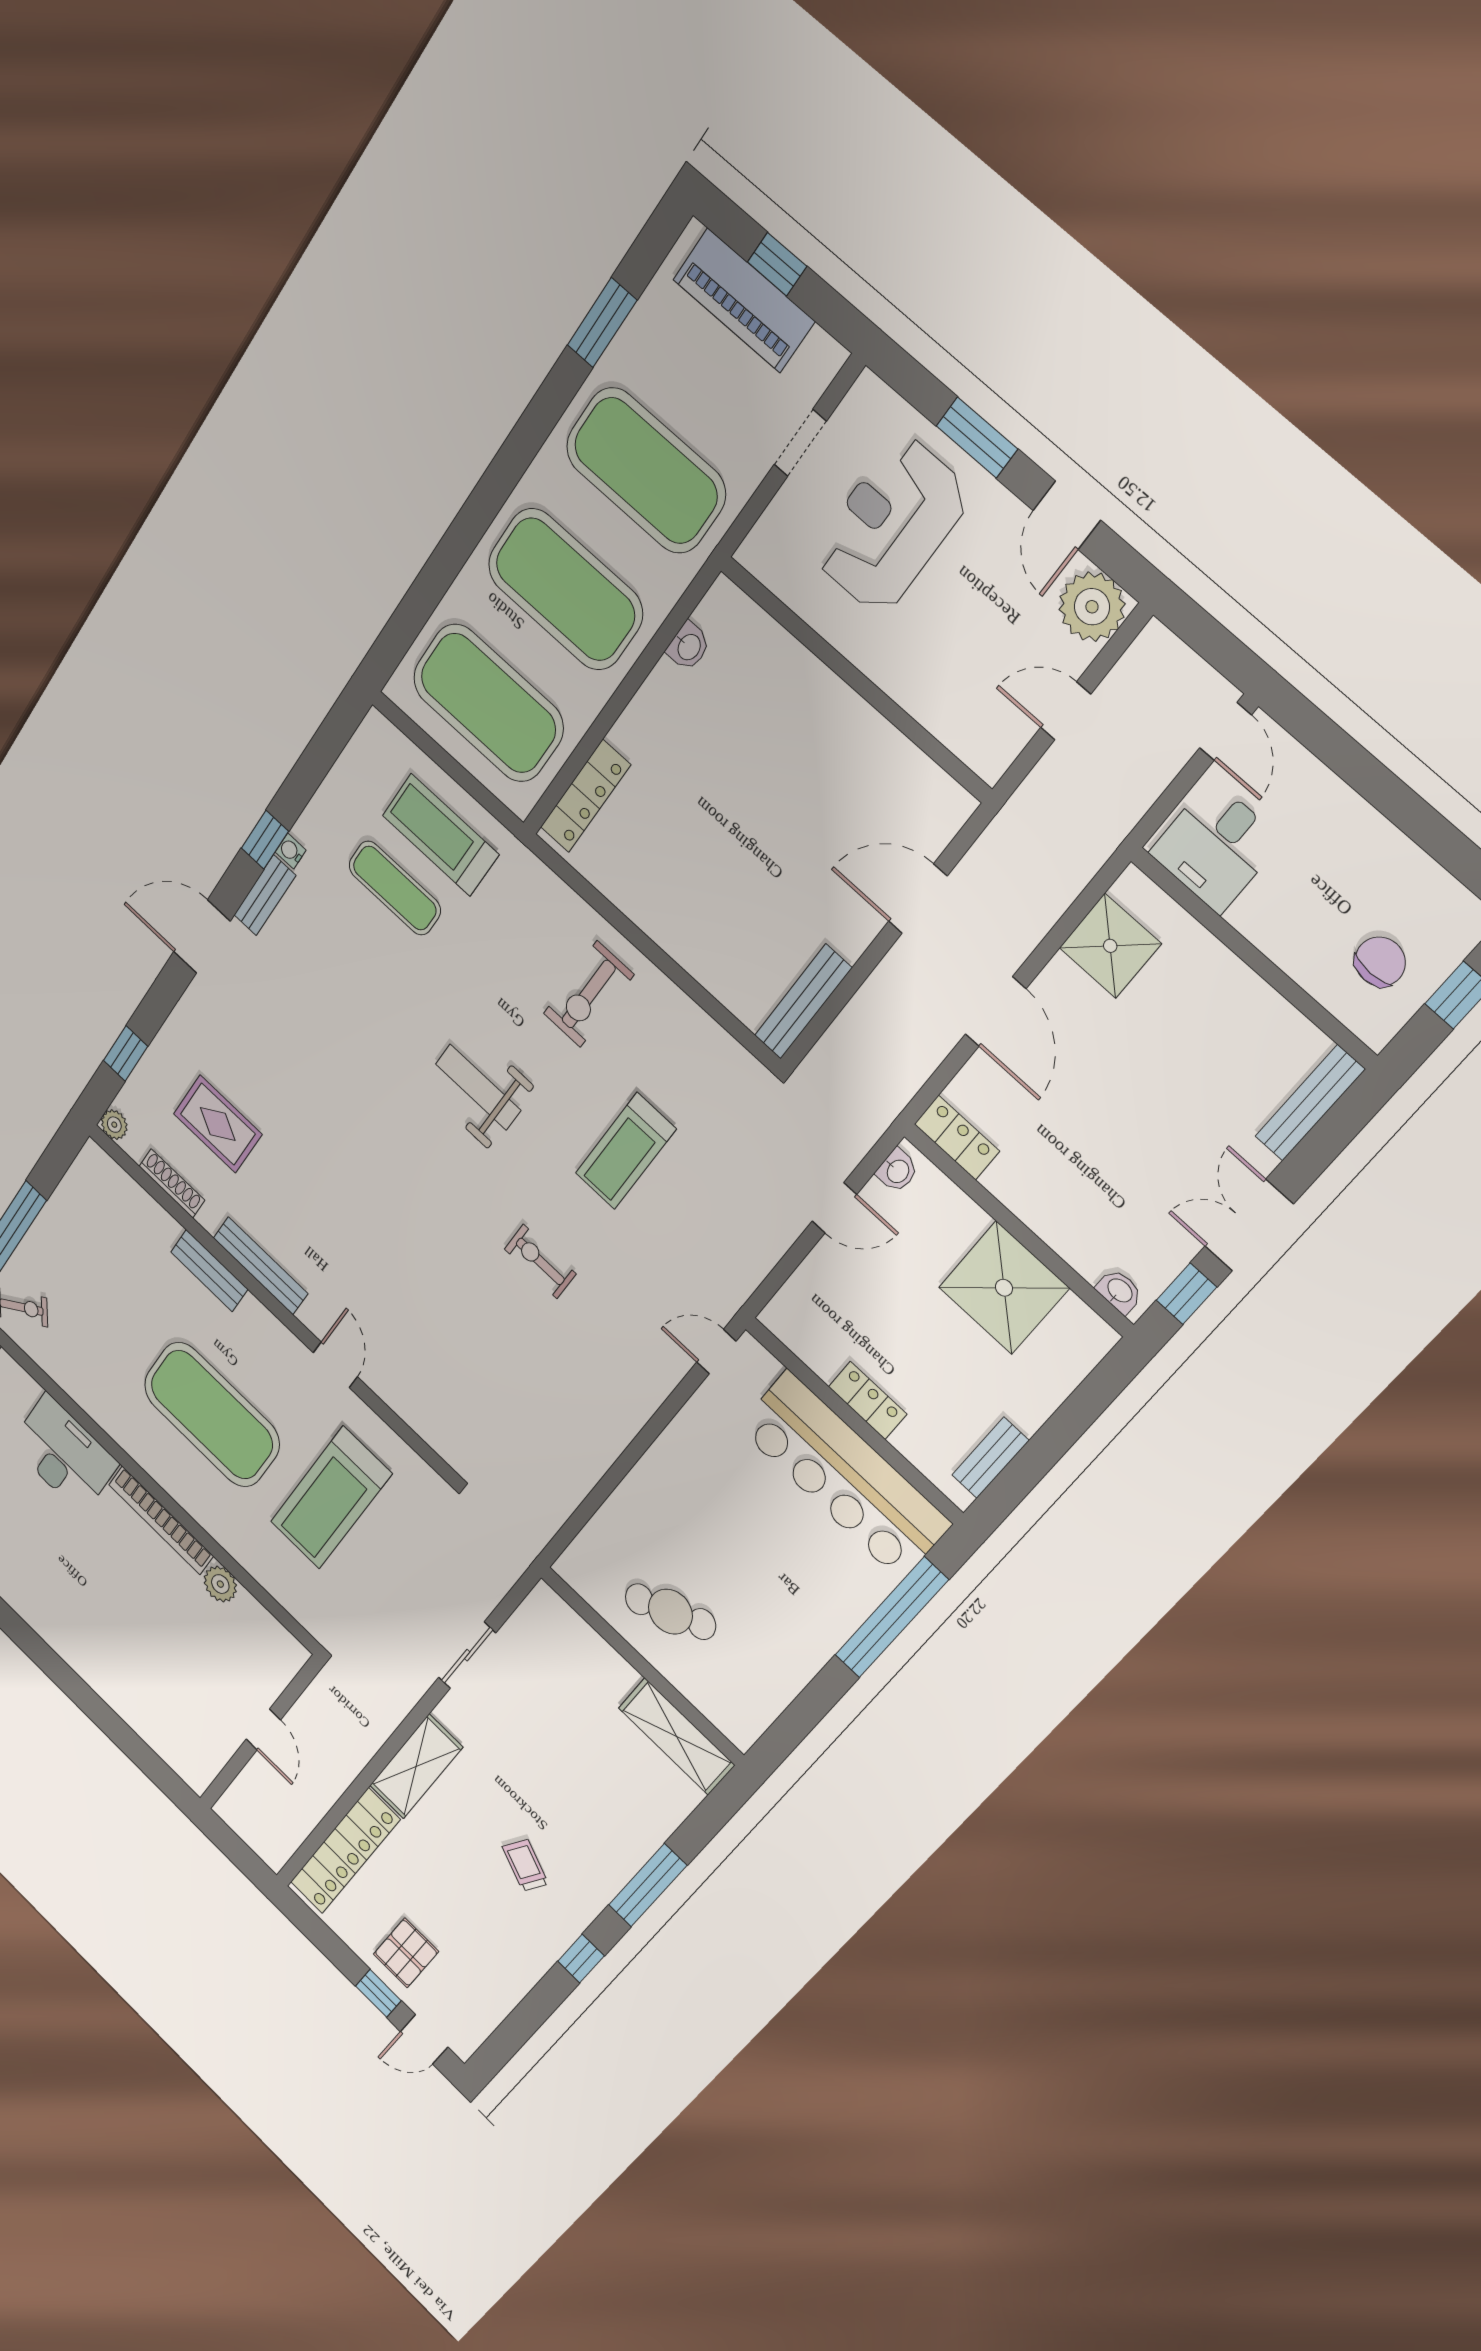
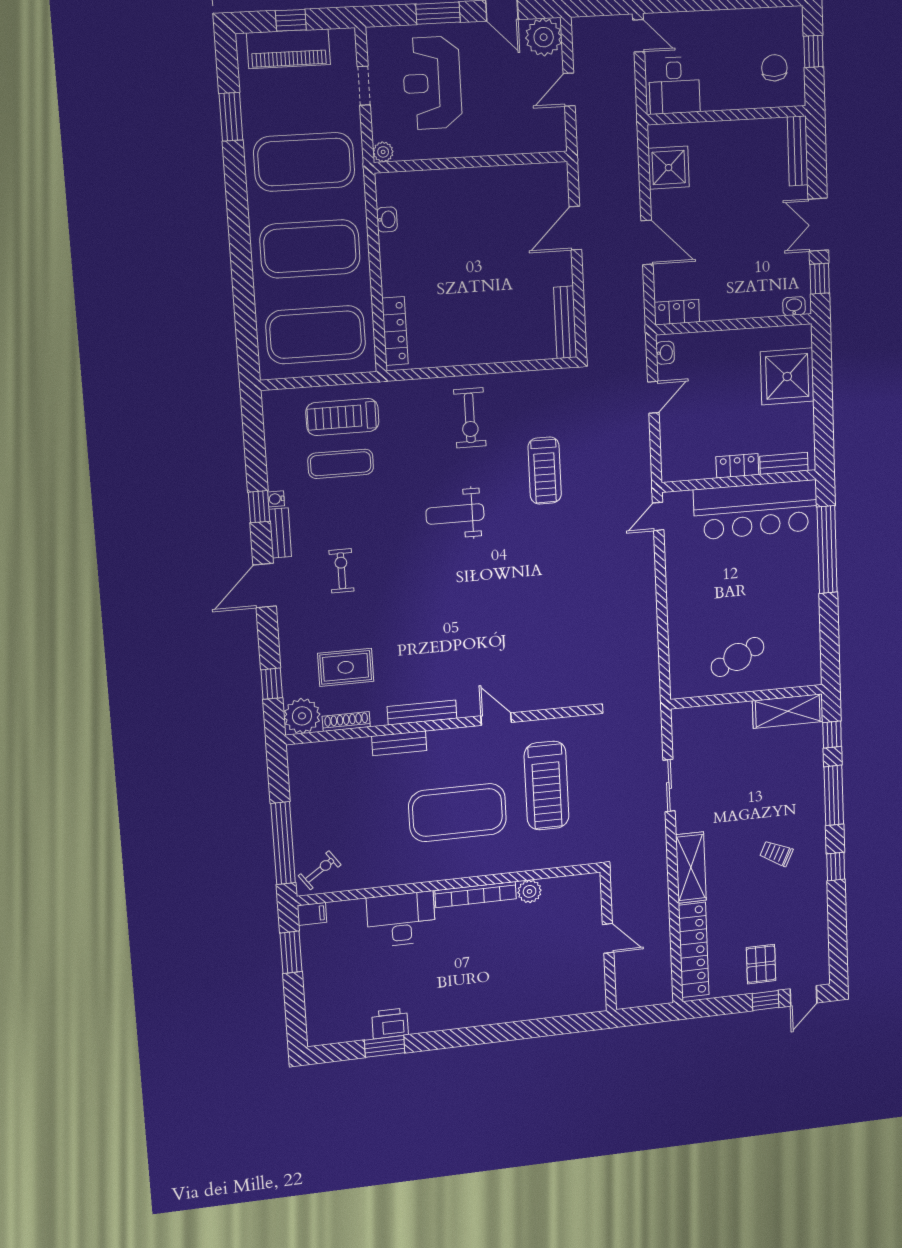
plant: (754, 554) -> (383, 152), added
plant: (114, 1125) -> (302, 716), width x1.87, depth x1.87
exercise bike: (540, 1261) -> (341, 571), moved, turned 90
shower: (1004, 1288) -> (787, 376), moved
bench: (990, 1458) -> (784, 463), moved, turned 90
window: (706, 1821) -> (832, 734), added

